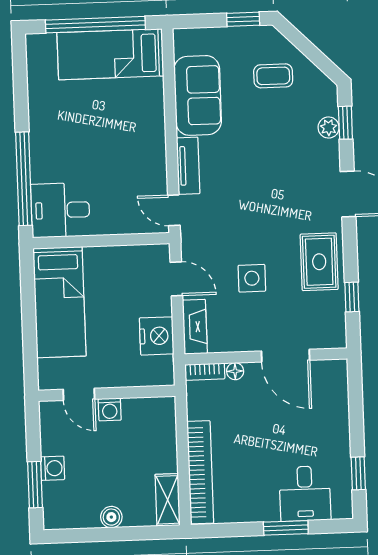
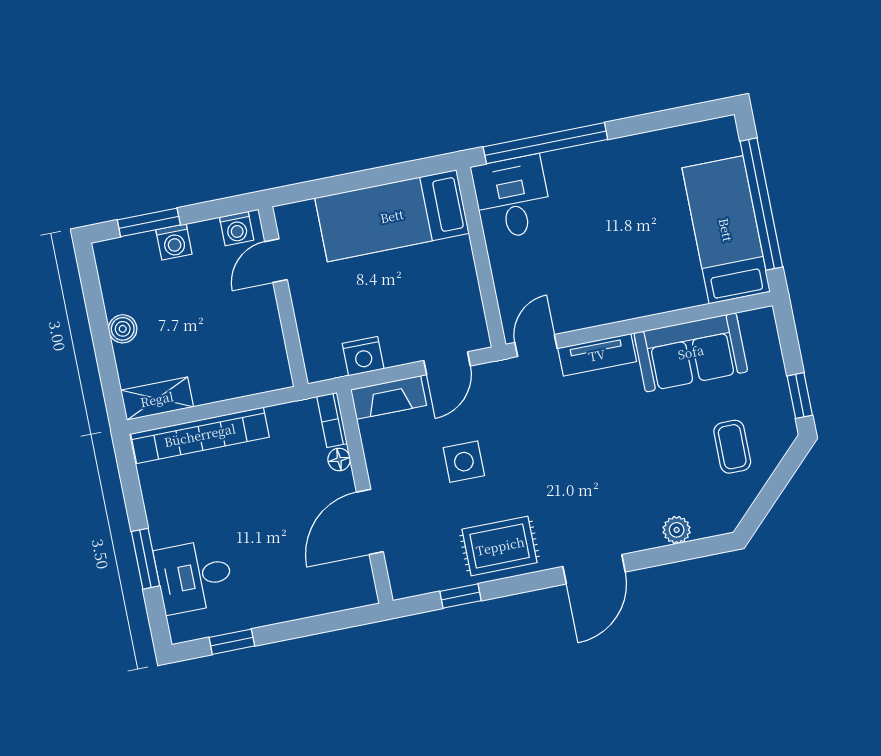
window: (345, 123) -> (686, 551), removed
nightstand: (157, 336) -> (363, 356), width x0.74, depth x0.75
washing machine: (110, 409) -> (237, 229), moved, turned -90

